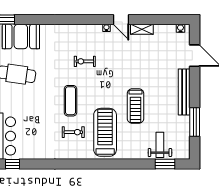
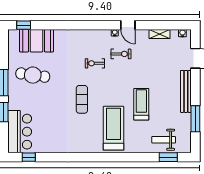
shelving: (142, 29) -> (160, 34), moved
treadmill: (135, 106) -> (141, 104), turned 180
exercise bike: (73, 132) -> (121, 54), moved
weight bench: (160, 145) -> (164, 140), turned -90

